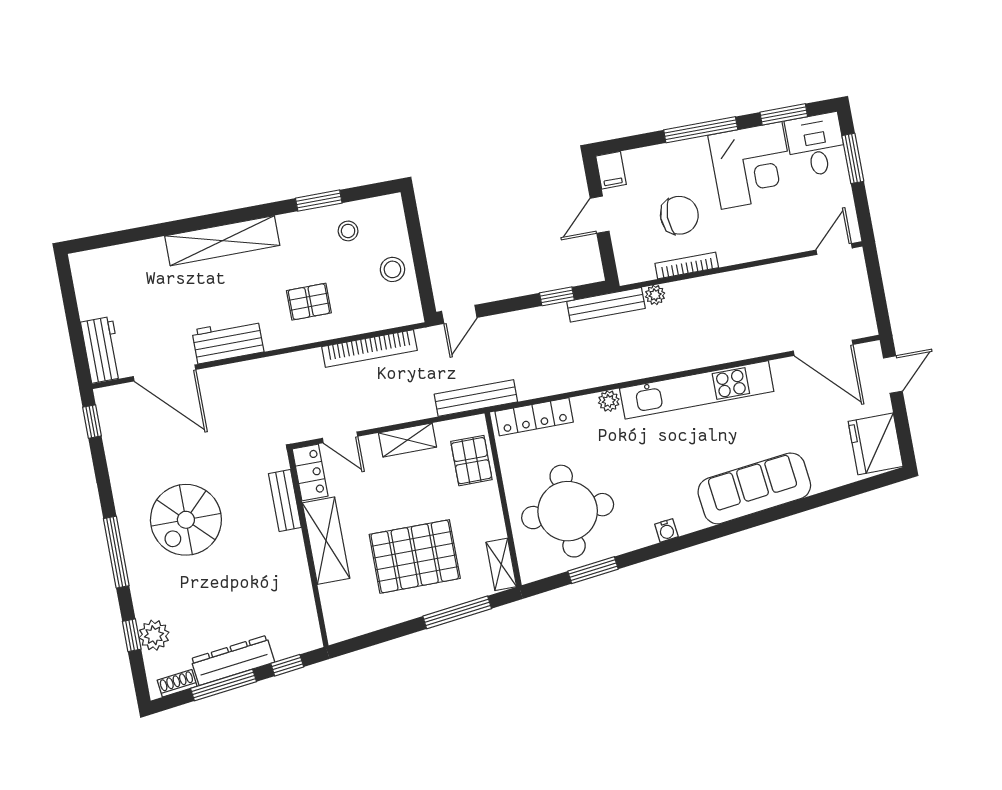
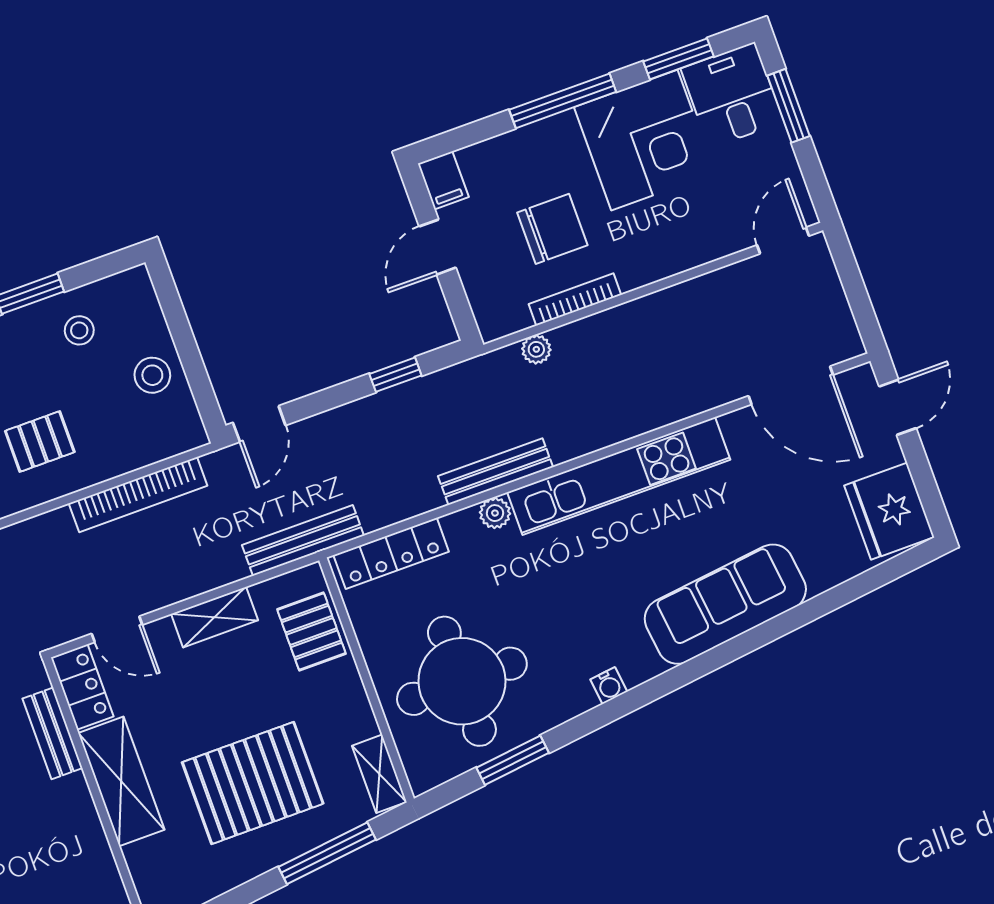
bench: (606, 305) -> (496, 472), moved

